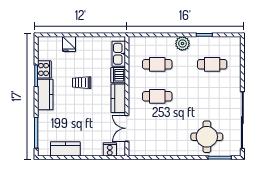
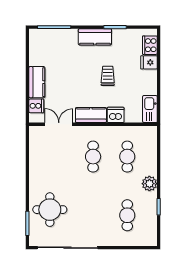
kitchen sink: (119, 54) -> (150, 109), moved, turned -90
cooker: (44, 69) -> (150, 45), moved, turned 90
kitchen counter: (65, 149) -> (37, 82), moved

